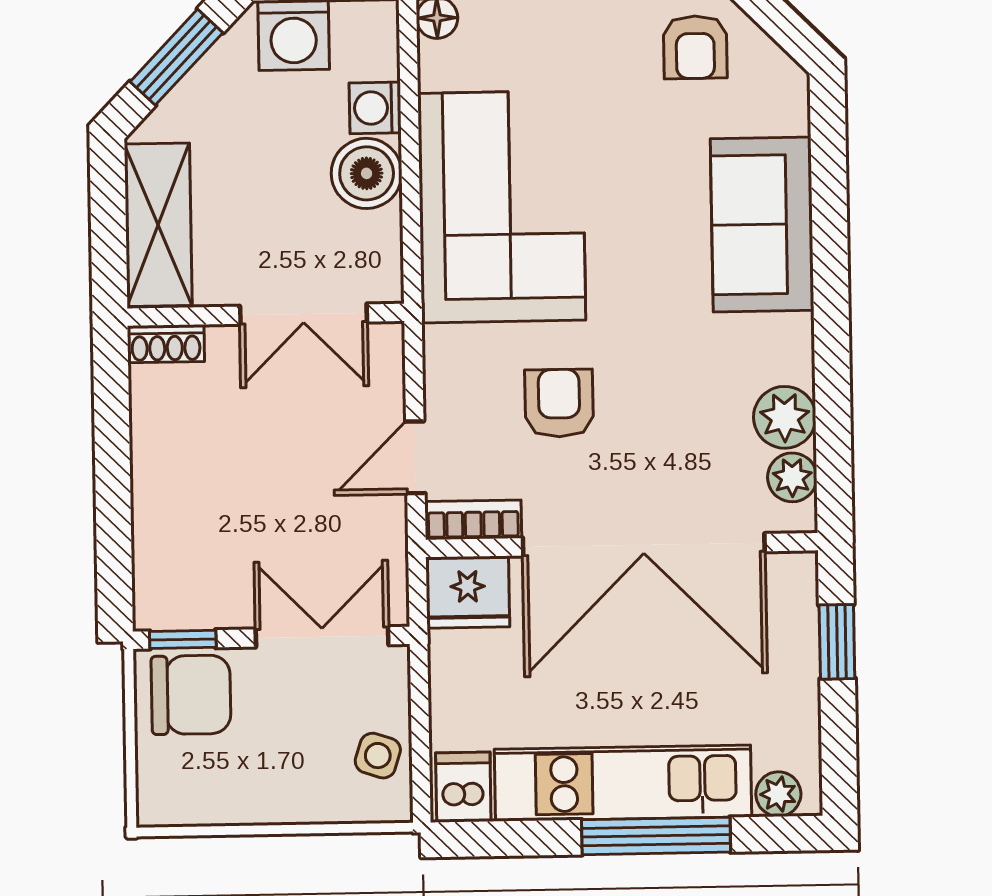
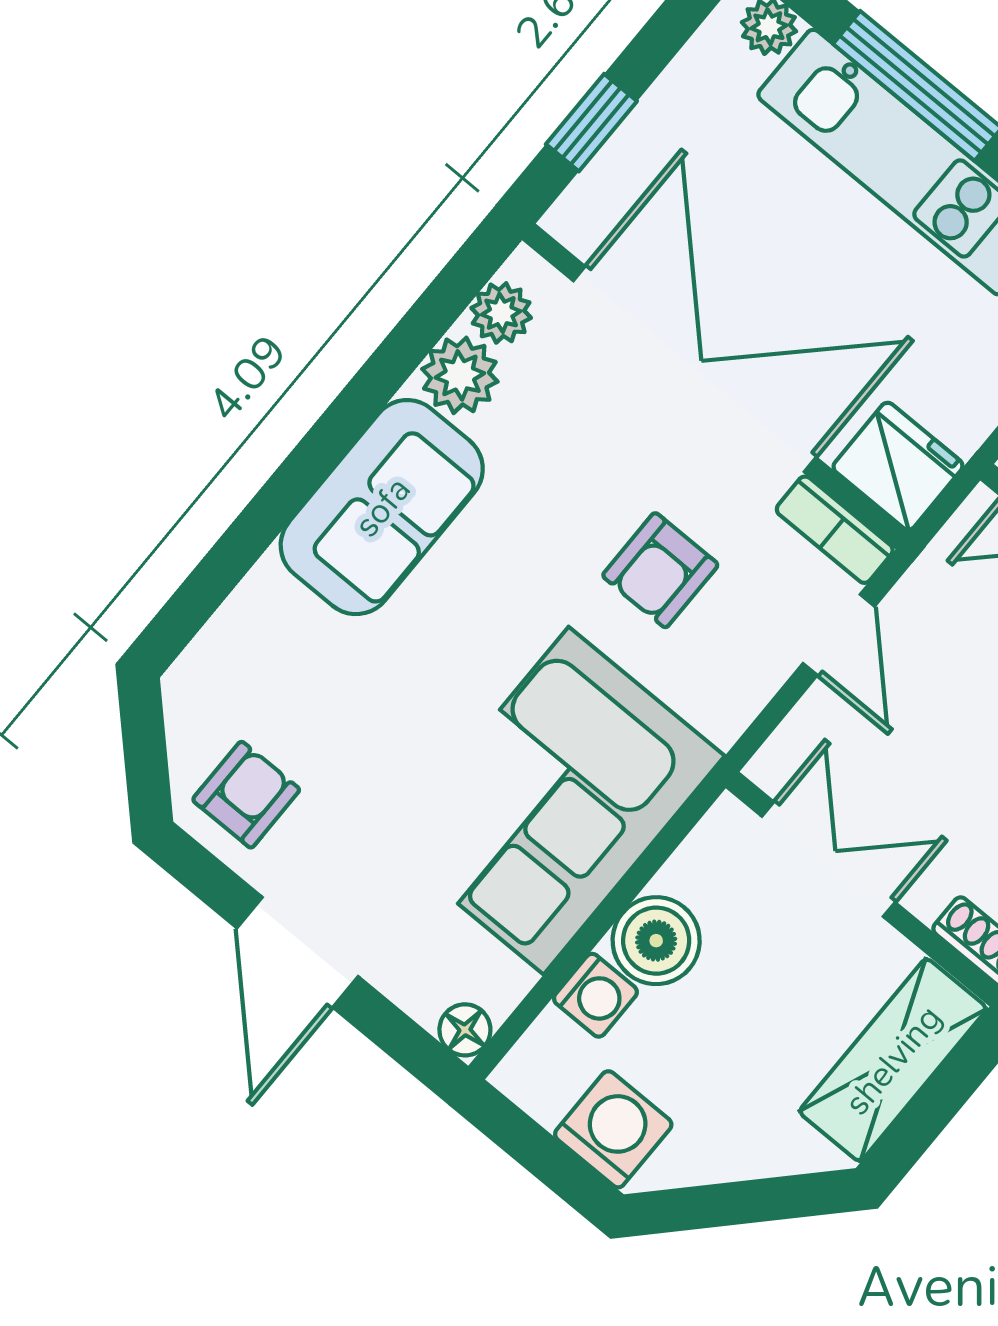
window: (176, 57) -> (741, 1203), removed
sofa: (762, 225) -> (382, 507), moved
door: (415, 457) -> (839, 635), hinge flipped

